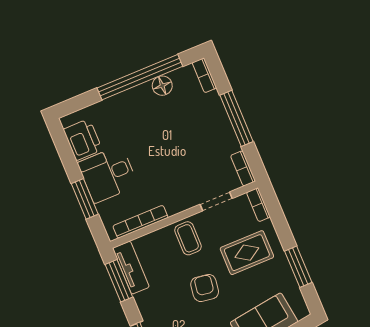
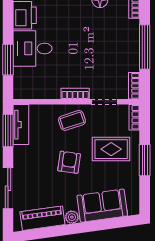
bookcase: (140, 222) -> (75, 94), moved, width x0.64
coffee table: (188, 238) -> (72, 120), turned 72
window: (298, 267) -> (145, 160), moved

